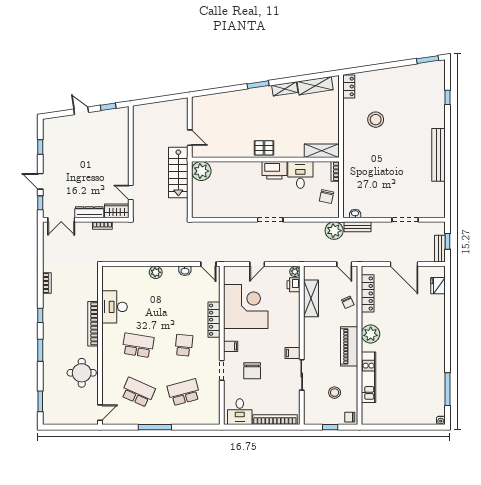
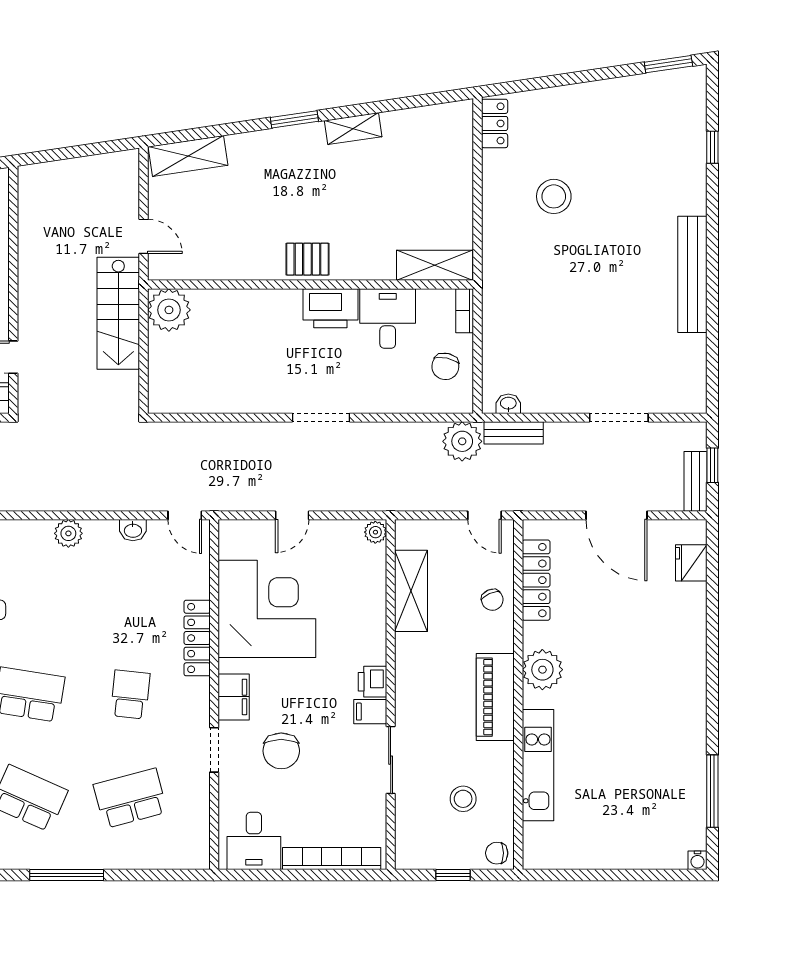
shelving: (315, 86) -> (188, 156), moved
printer: (293, 285) -> (372, 682), moved
filing cabinet: (231, 346) -> (234, 697), width x2.00

